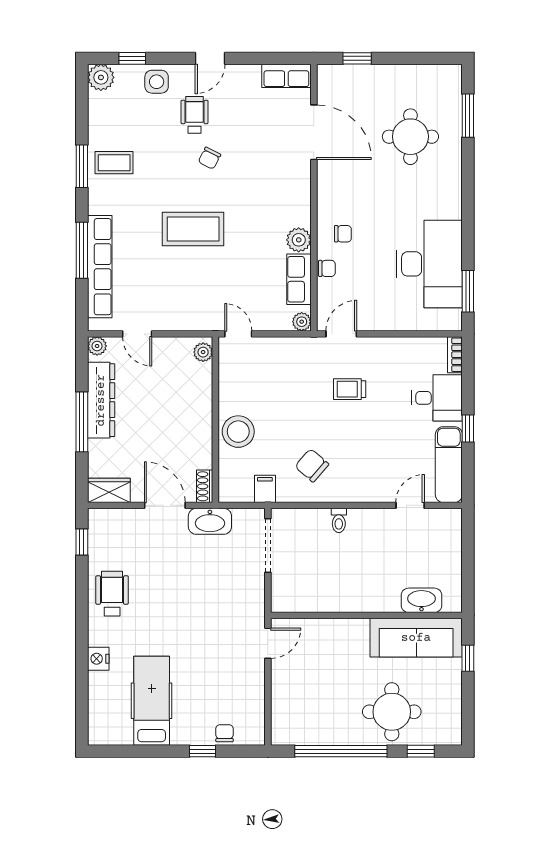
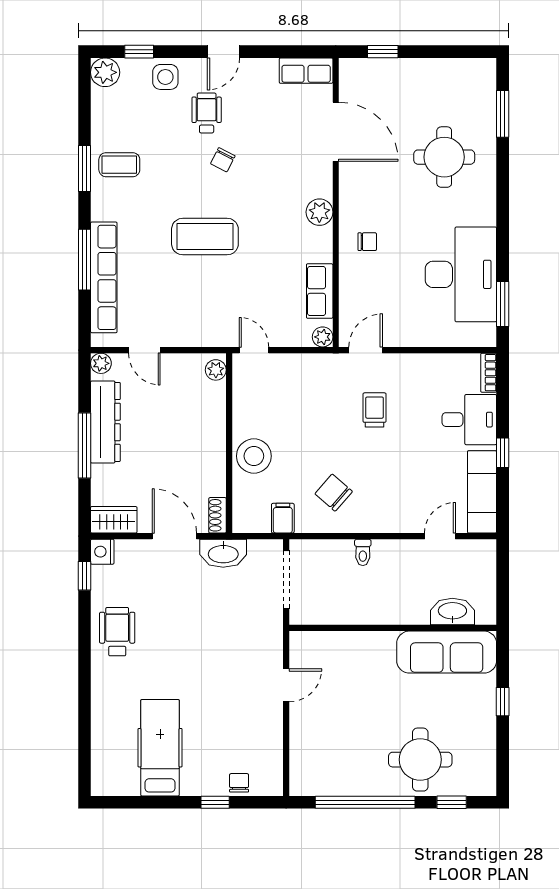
round table: (410, 137) -> (444, 157), moved
plant: (299, 240) -> (319, 212), moved
chair: (327, 268) -> (350, 279), removed
trolley: (350, 389) -> (375, 410), turned 90
washbasin: (421, 600) -> (452, 612), moved
wall: (366, 615) -> (393, 628), moved
sofa: (416, 638) -> (447, 652), moved
nightstand: (98, 659) -> (102, 552), moved

